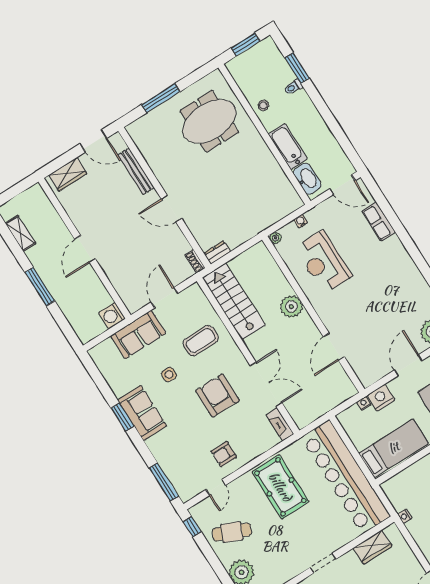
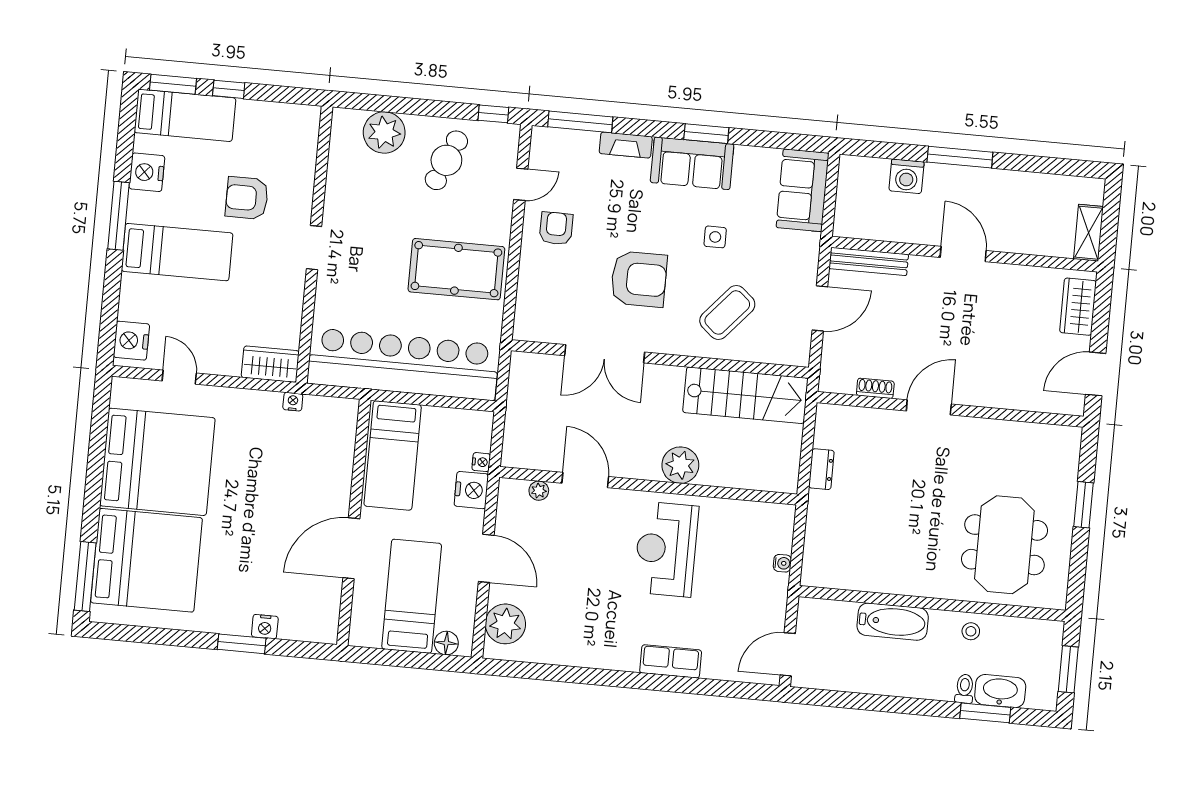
window: (161, 98) -> (1084, 505), width x0.69
bench: (136, 171) -> (869, 261), moved
washbasin: (307, 179) -> (1000, 691), moved, turned 180
row of seats: (379, 222) -> (671, 661), moved
shelving: (20, 233) -> (1088, 233), moved, turned 90
plant: (276, 238) -> (539, 491), moved
dresser: (217, 252) -> (821, 469), moved
shoe rack: (195, 261) -> (875, 388), moved
reception desk: (323, 262) -> (666, 549), moved, turned -90
door: (164, 298) -> (820, 308), hinge flipped
washing machine: (112, 316) -> (907, 176), moved, turned 180
sofa: (138, 335) -> (803, 190), moved
coffee table: (201, 341) -> (727, 312), turned 41
fireplace: (280, 424) -> (626, 145), moved, turned 180
door: (216, 487) -> (521, 184), swing flipped
wardrobe: (373, 547) -> (270, 364), moved, turned 90

